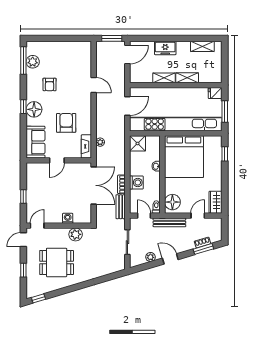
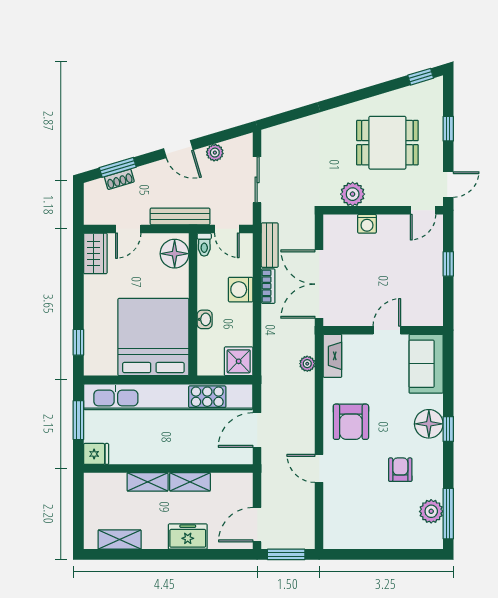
armchair: (66, 123) -> (351, 422), moved

